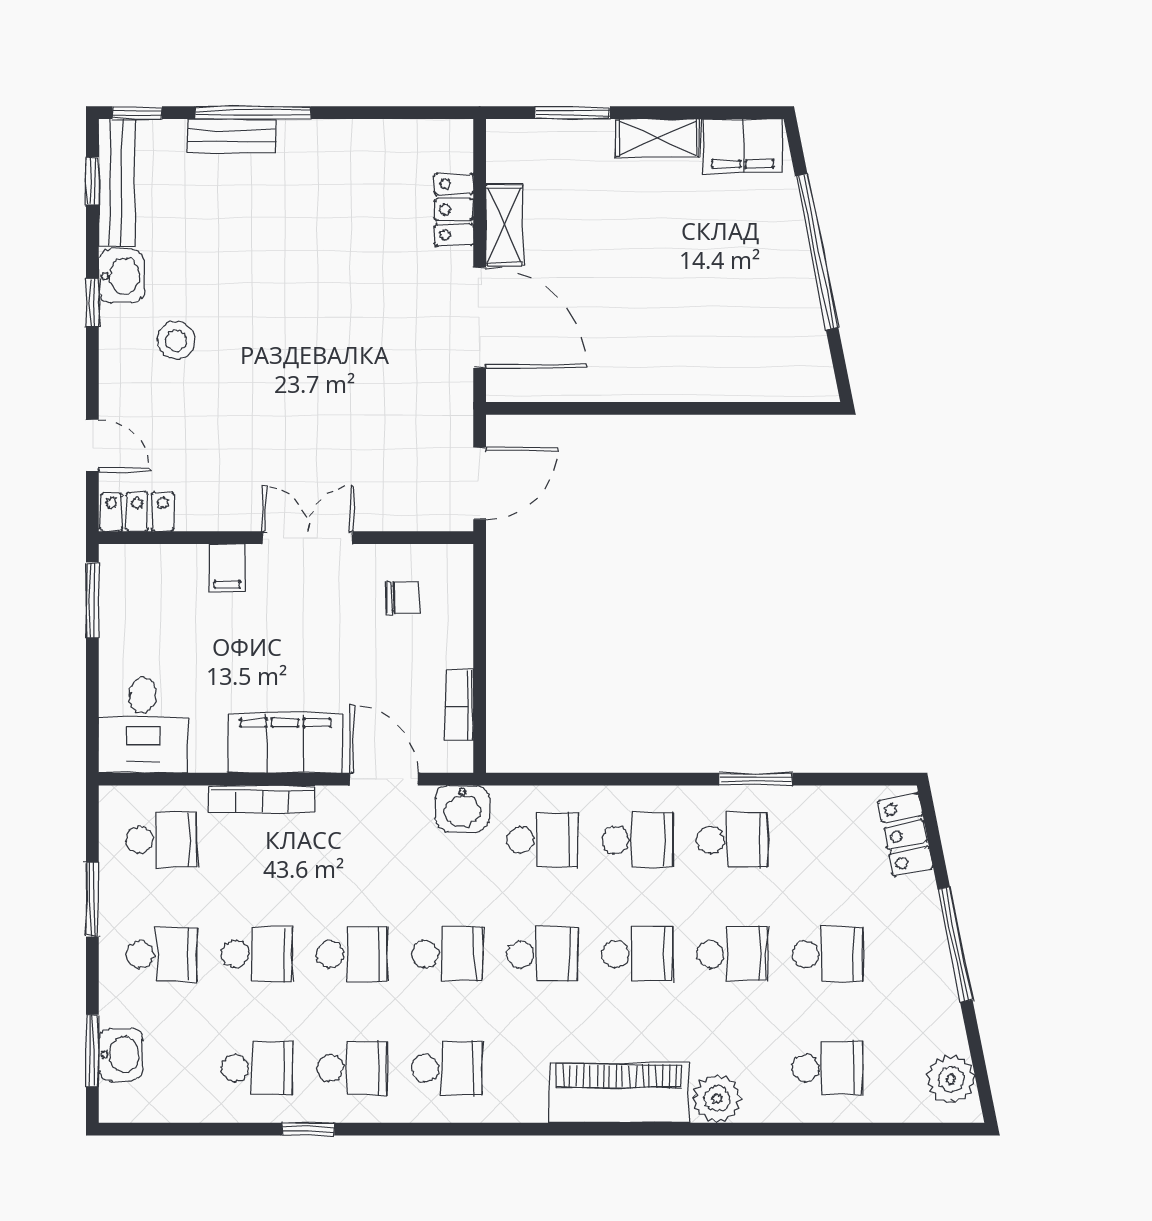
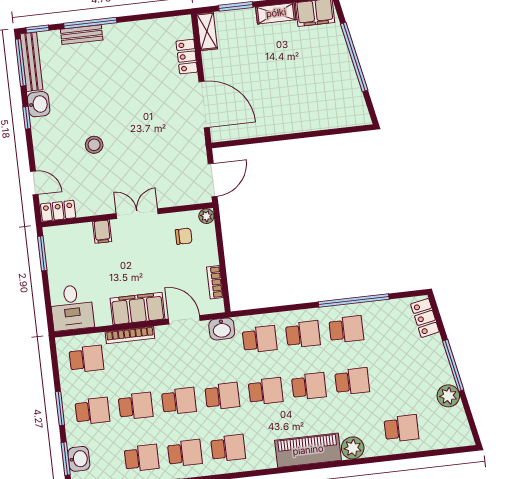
window: (92, 181) -> (21, 62), width x2.17
shelving: (504, 225) -> (207, 31), moved
stool: (176, 340) -> (94, 145), moved
plant: (457, 560) -> (206, 216), added
window: (756, 779) -> (354, 300), width x2.11
window: (92, 899) -> (60, 408), moved
school desk: (827, 954) -> (395, 376), removed
plant: (951, 1079) -> (448, 396), moved

